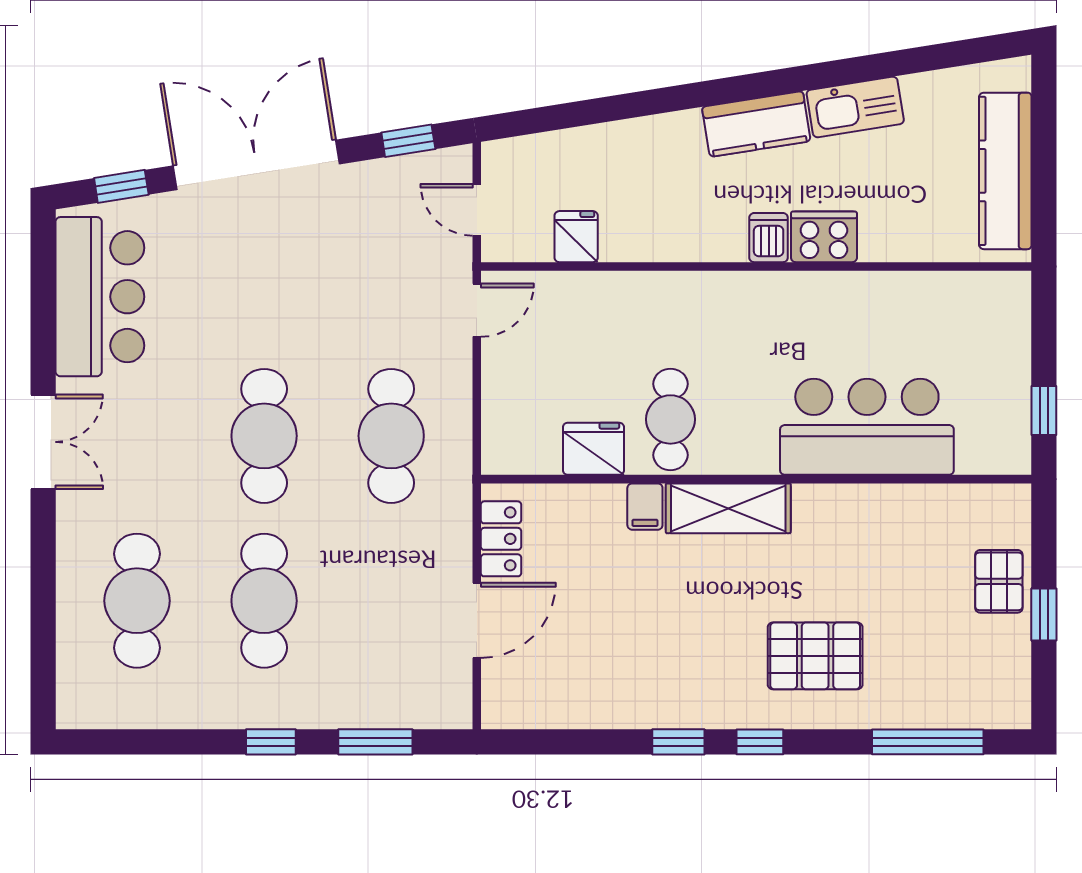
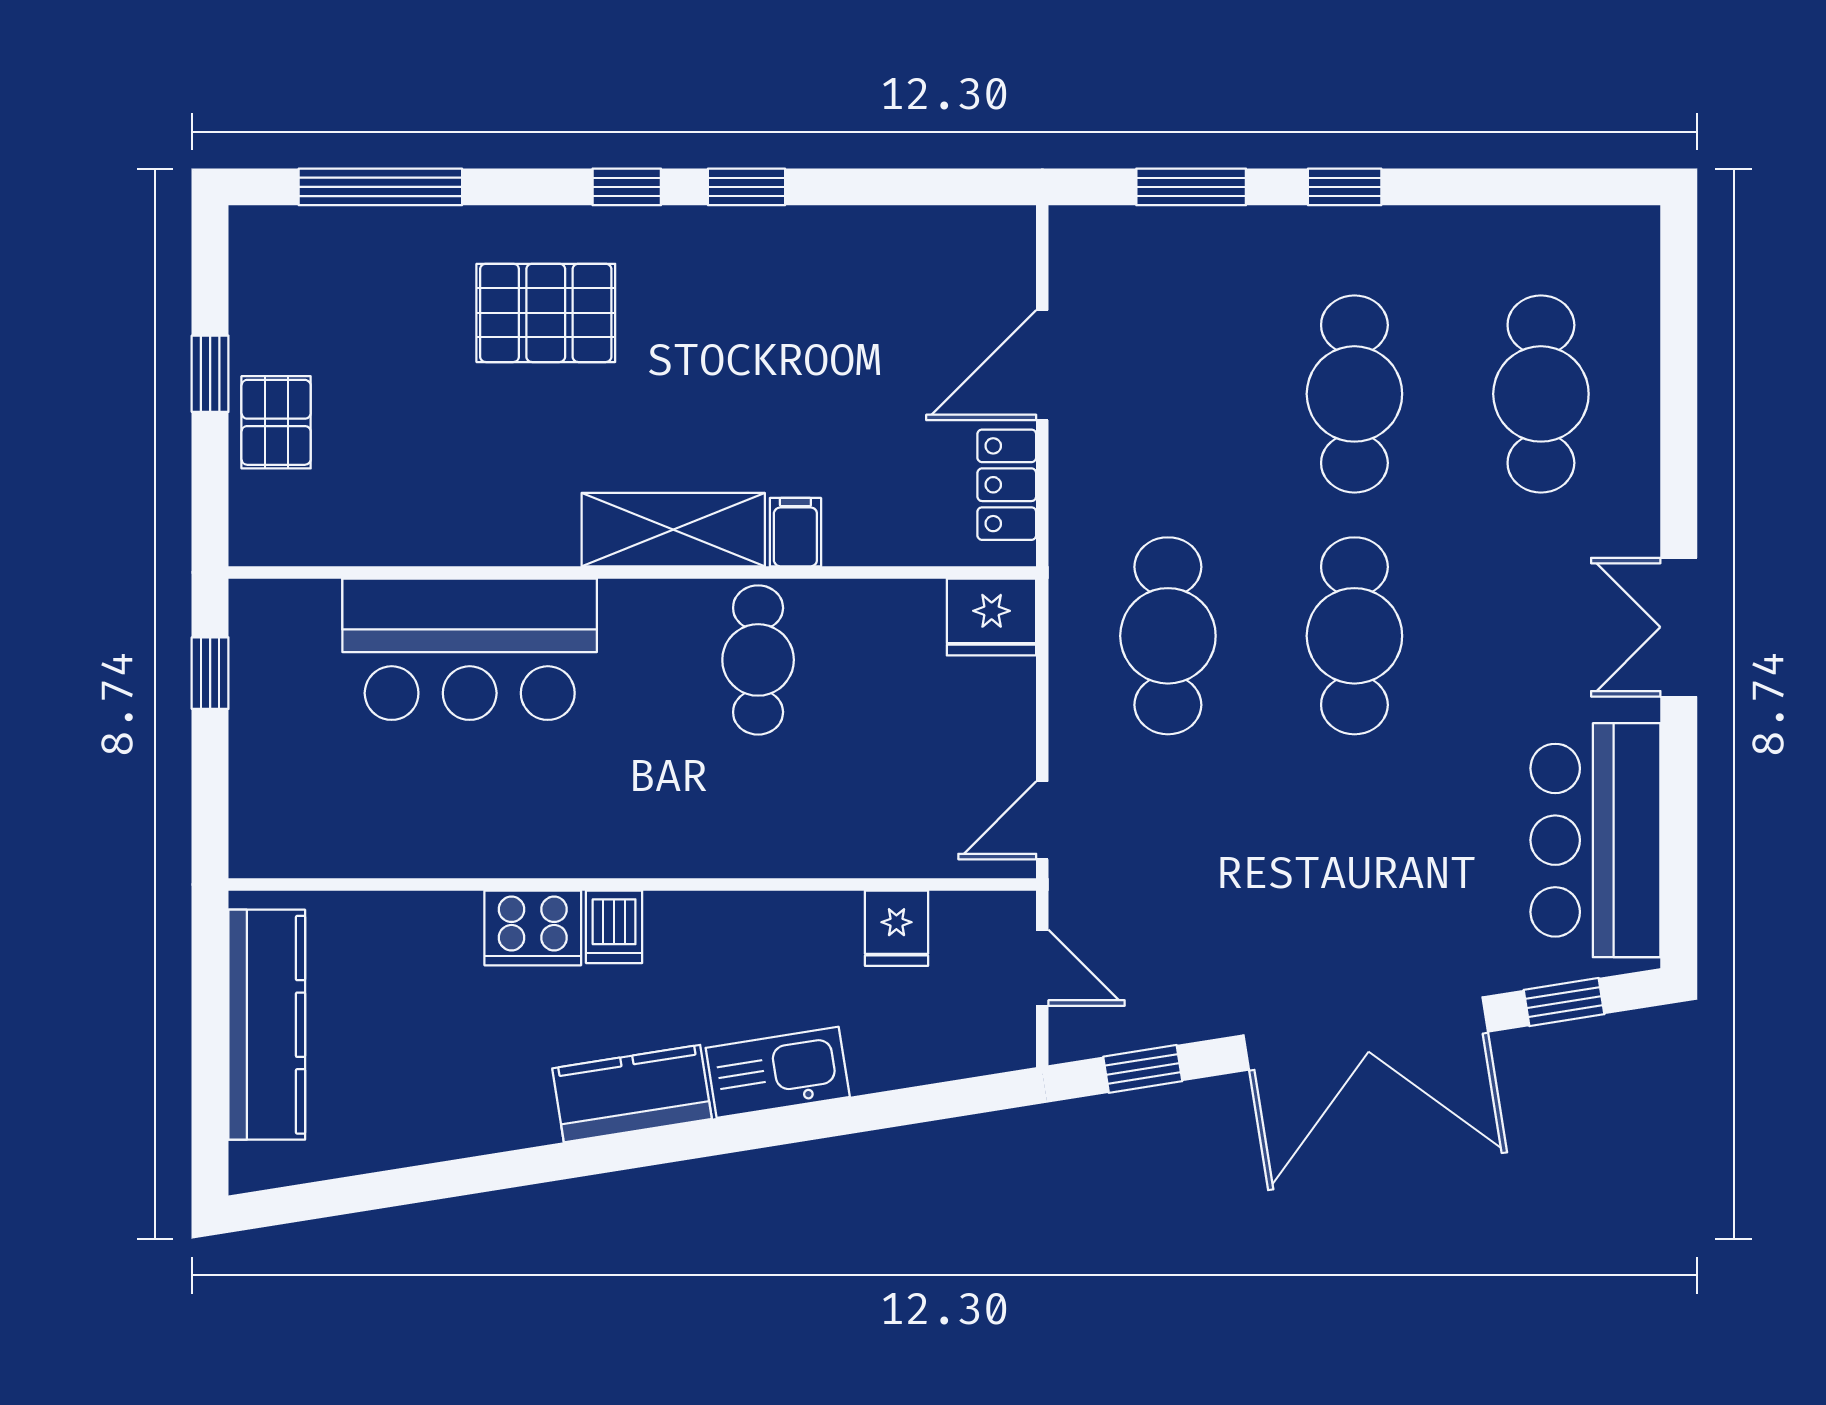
kitchen sink: (855, 107) -> (778, 1072), moved
fridge: (593, 449) -> (992, 617), moved

